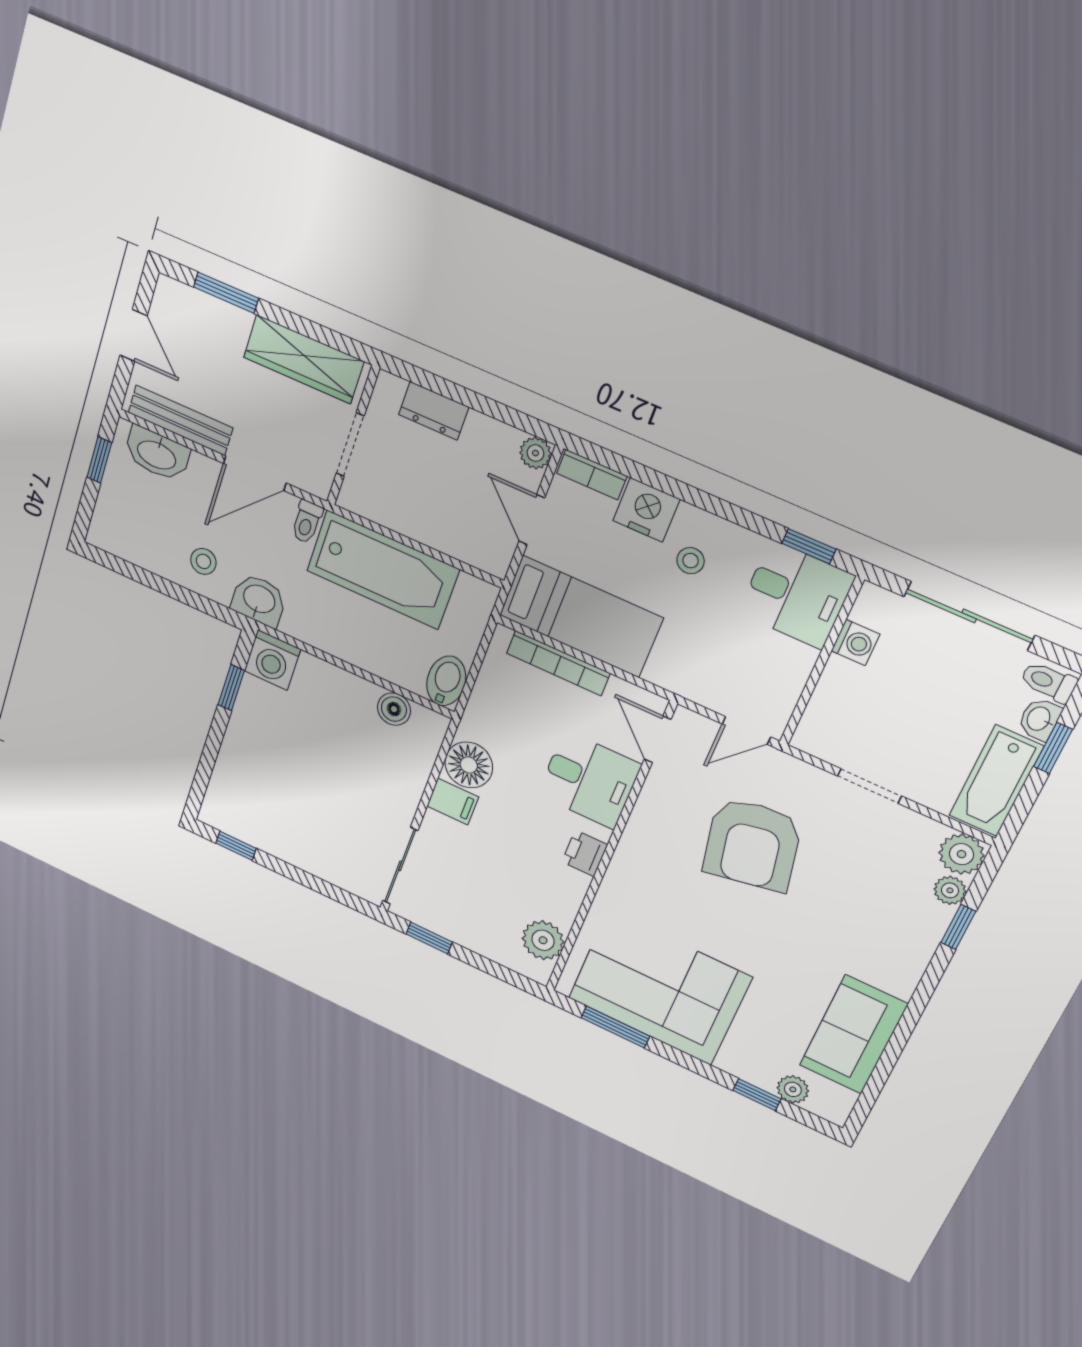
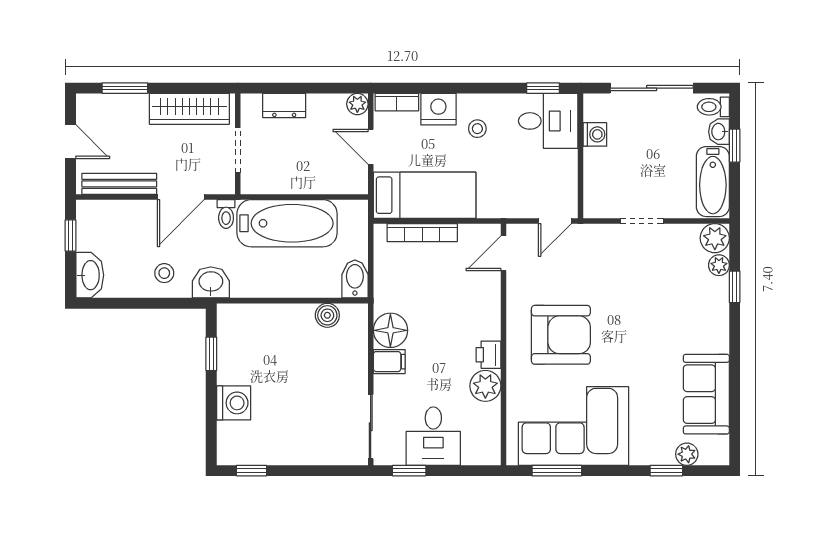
washbasin: (157, 454) -> (90, 275), moved, turned -90
washing machine: (272, 660) -> (234, 403), moved, turned -90
door: (658, 739) -> (504, 253), hinge flipped
desk: (589, 780) -> (433, 436), moved, turned 90
armchair: (752, 844) -> (561, 335), moved, turned -79
plant: (543, 940) -> (485, 386), moved

